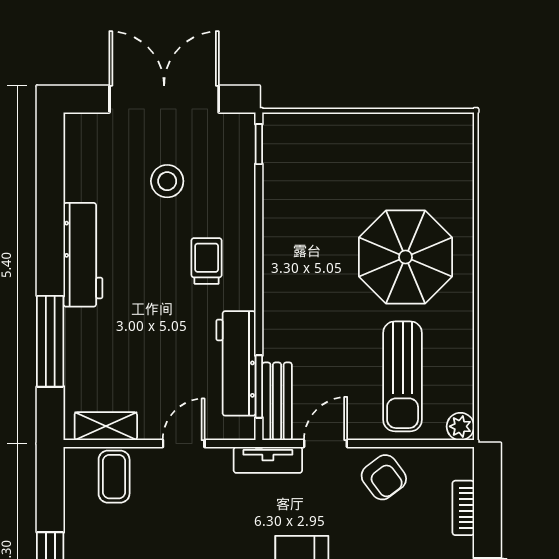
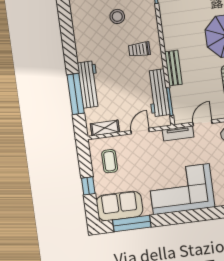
workbench: (83, 255) -> (89, 84), moved
trolley: (207, 261) -> (139, 49), turned -90
bench: (277, 401) -> (173, 68), moved
coffee table: (114, 477) -> (110, 161), moved

